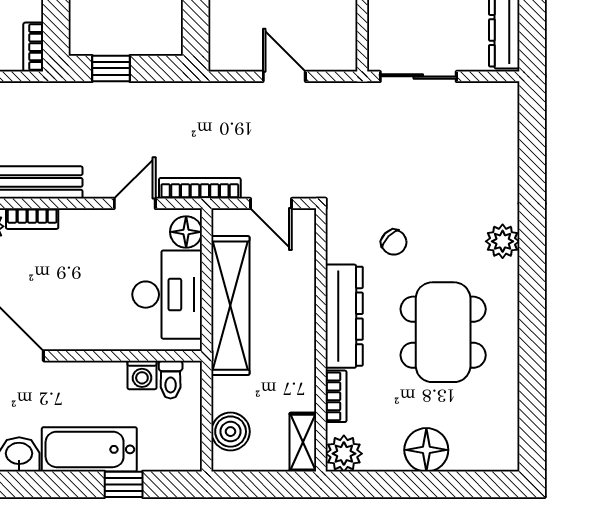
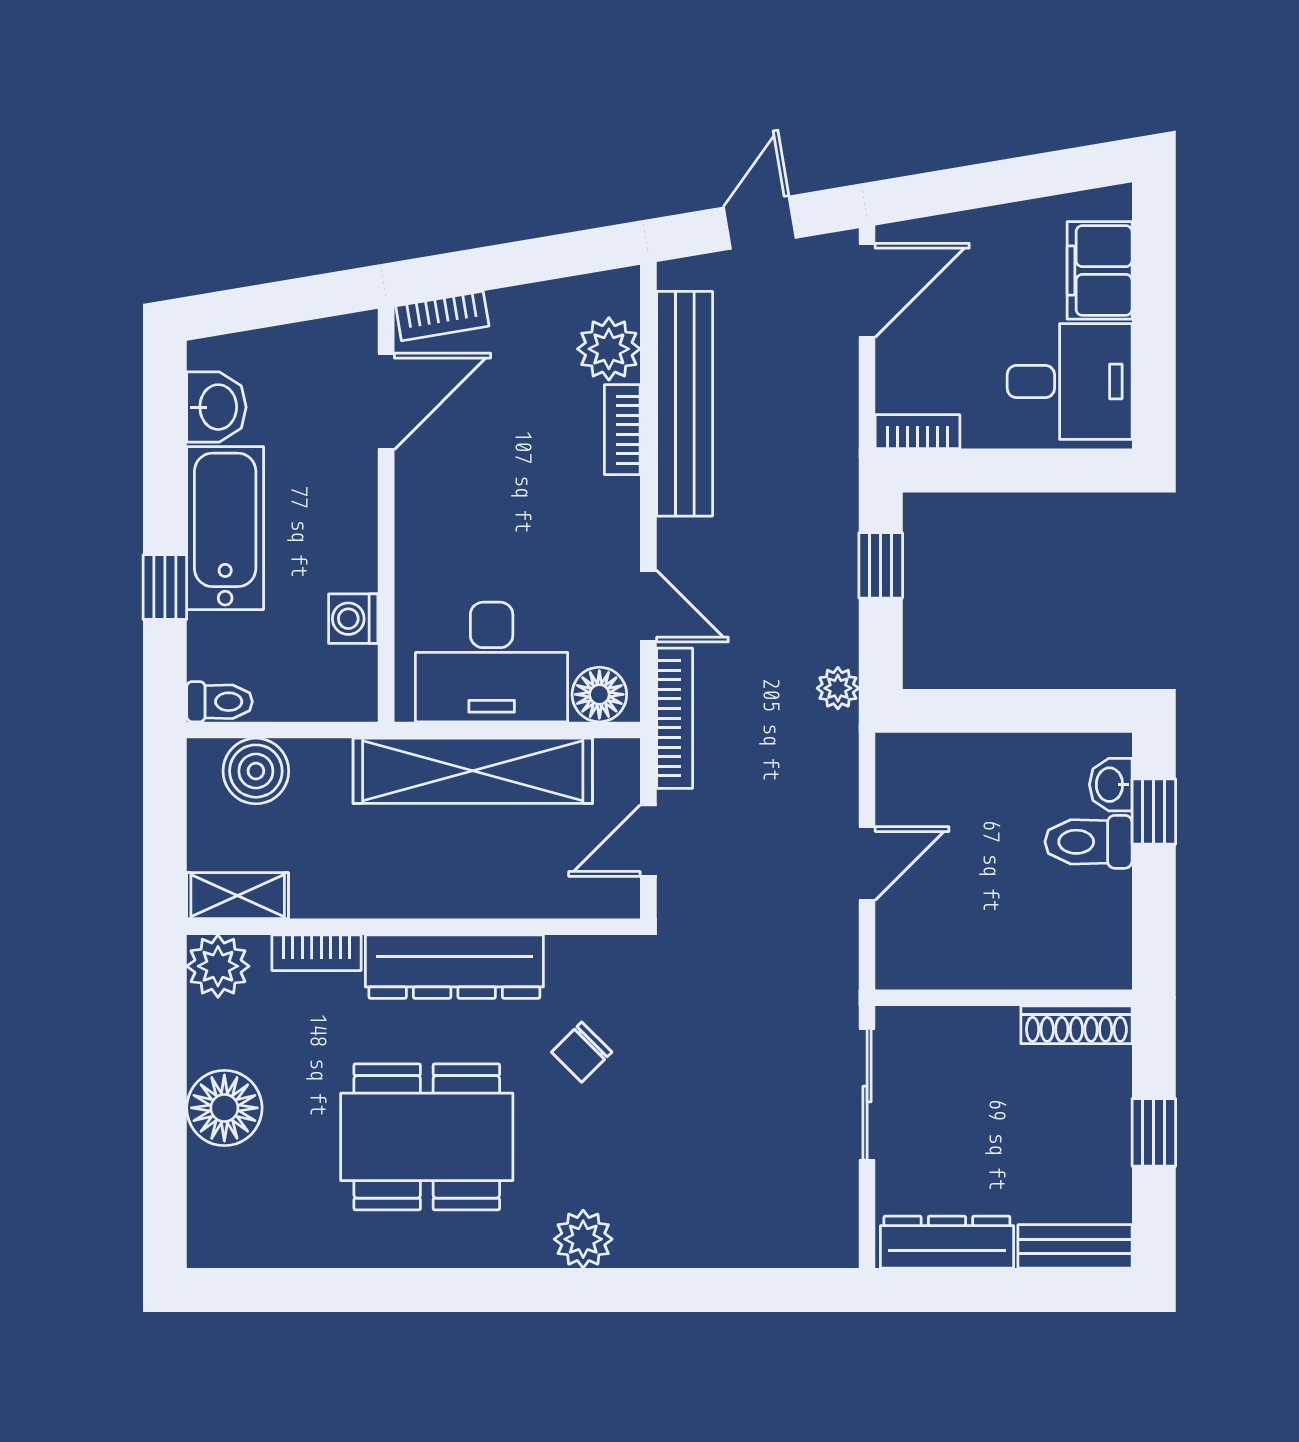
plant: (182, 93) -> (838, 688), added
toilet: (171, 380) -> (220, 702), moved, turned 180

